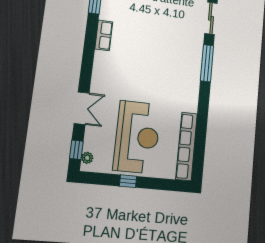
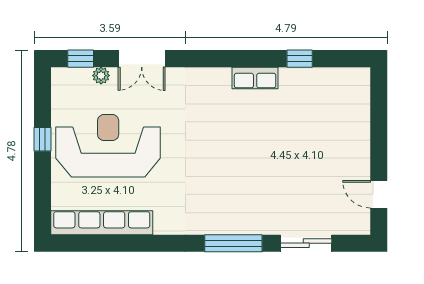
reception desk: (137, 137) -> (108, 146), turned 180
plant: (87, 158) -> (101, 76), moved

